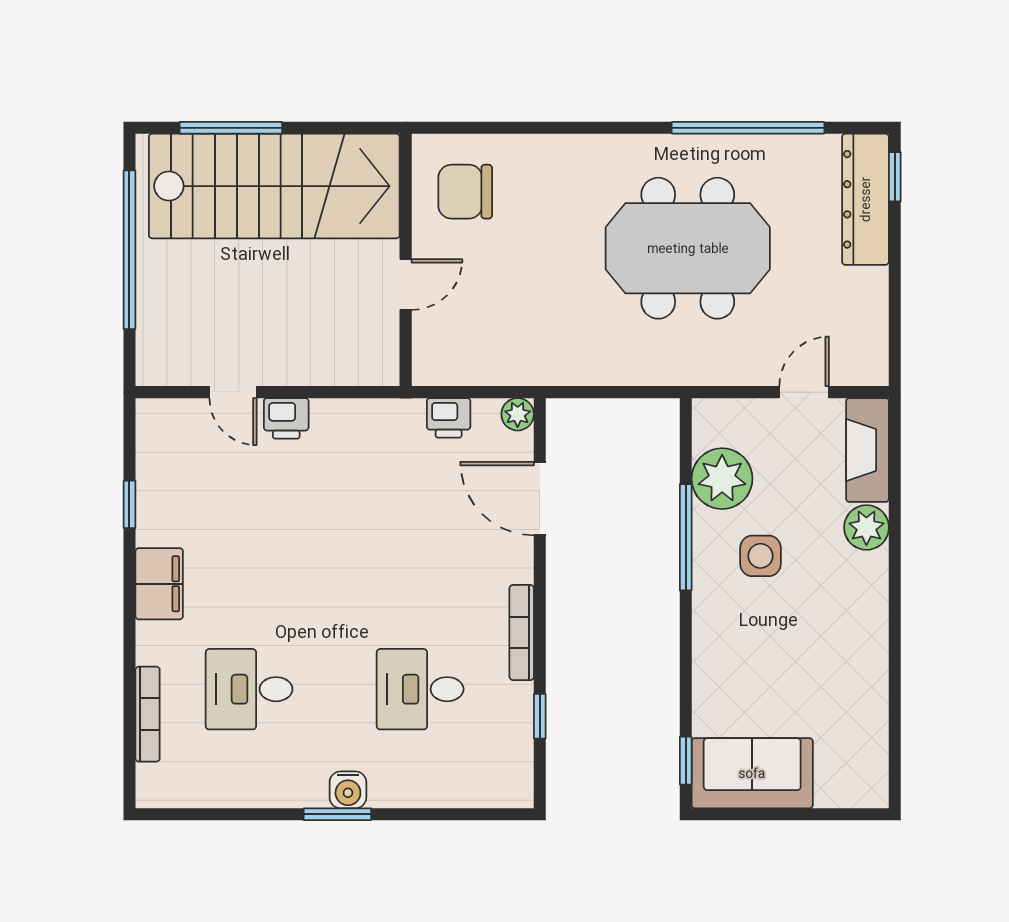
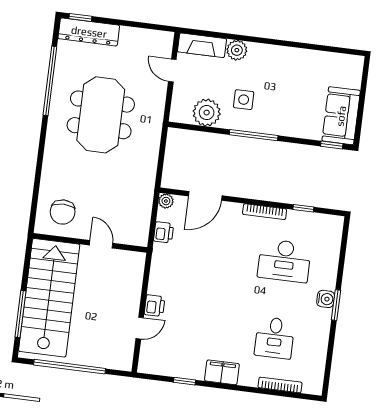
window: (686, 537) -> (254, 135), moved
desk: (420, 689) -> (284, 261), width x1.37

